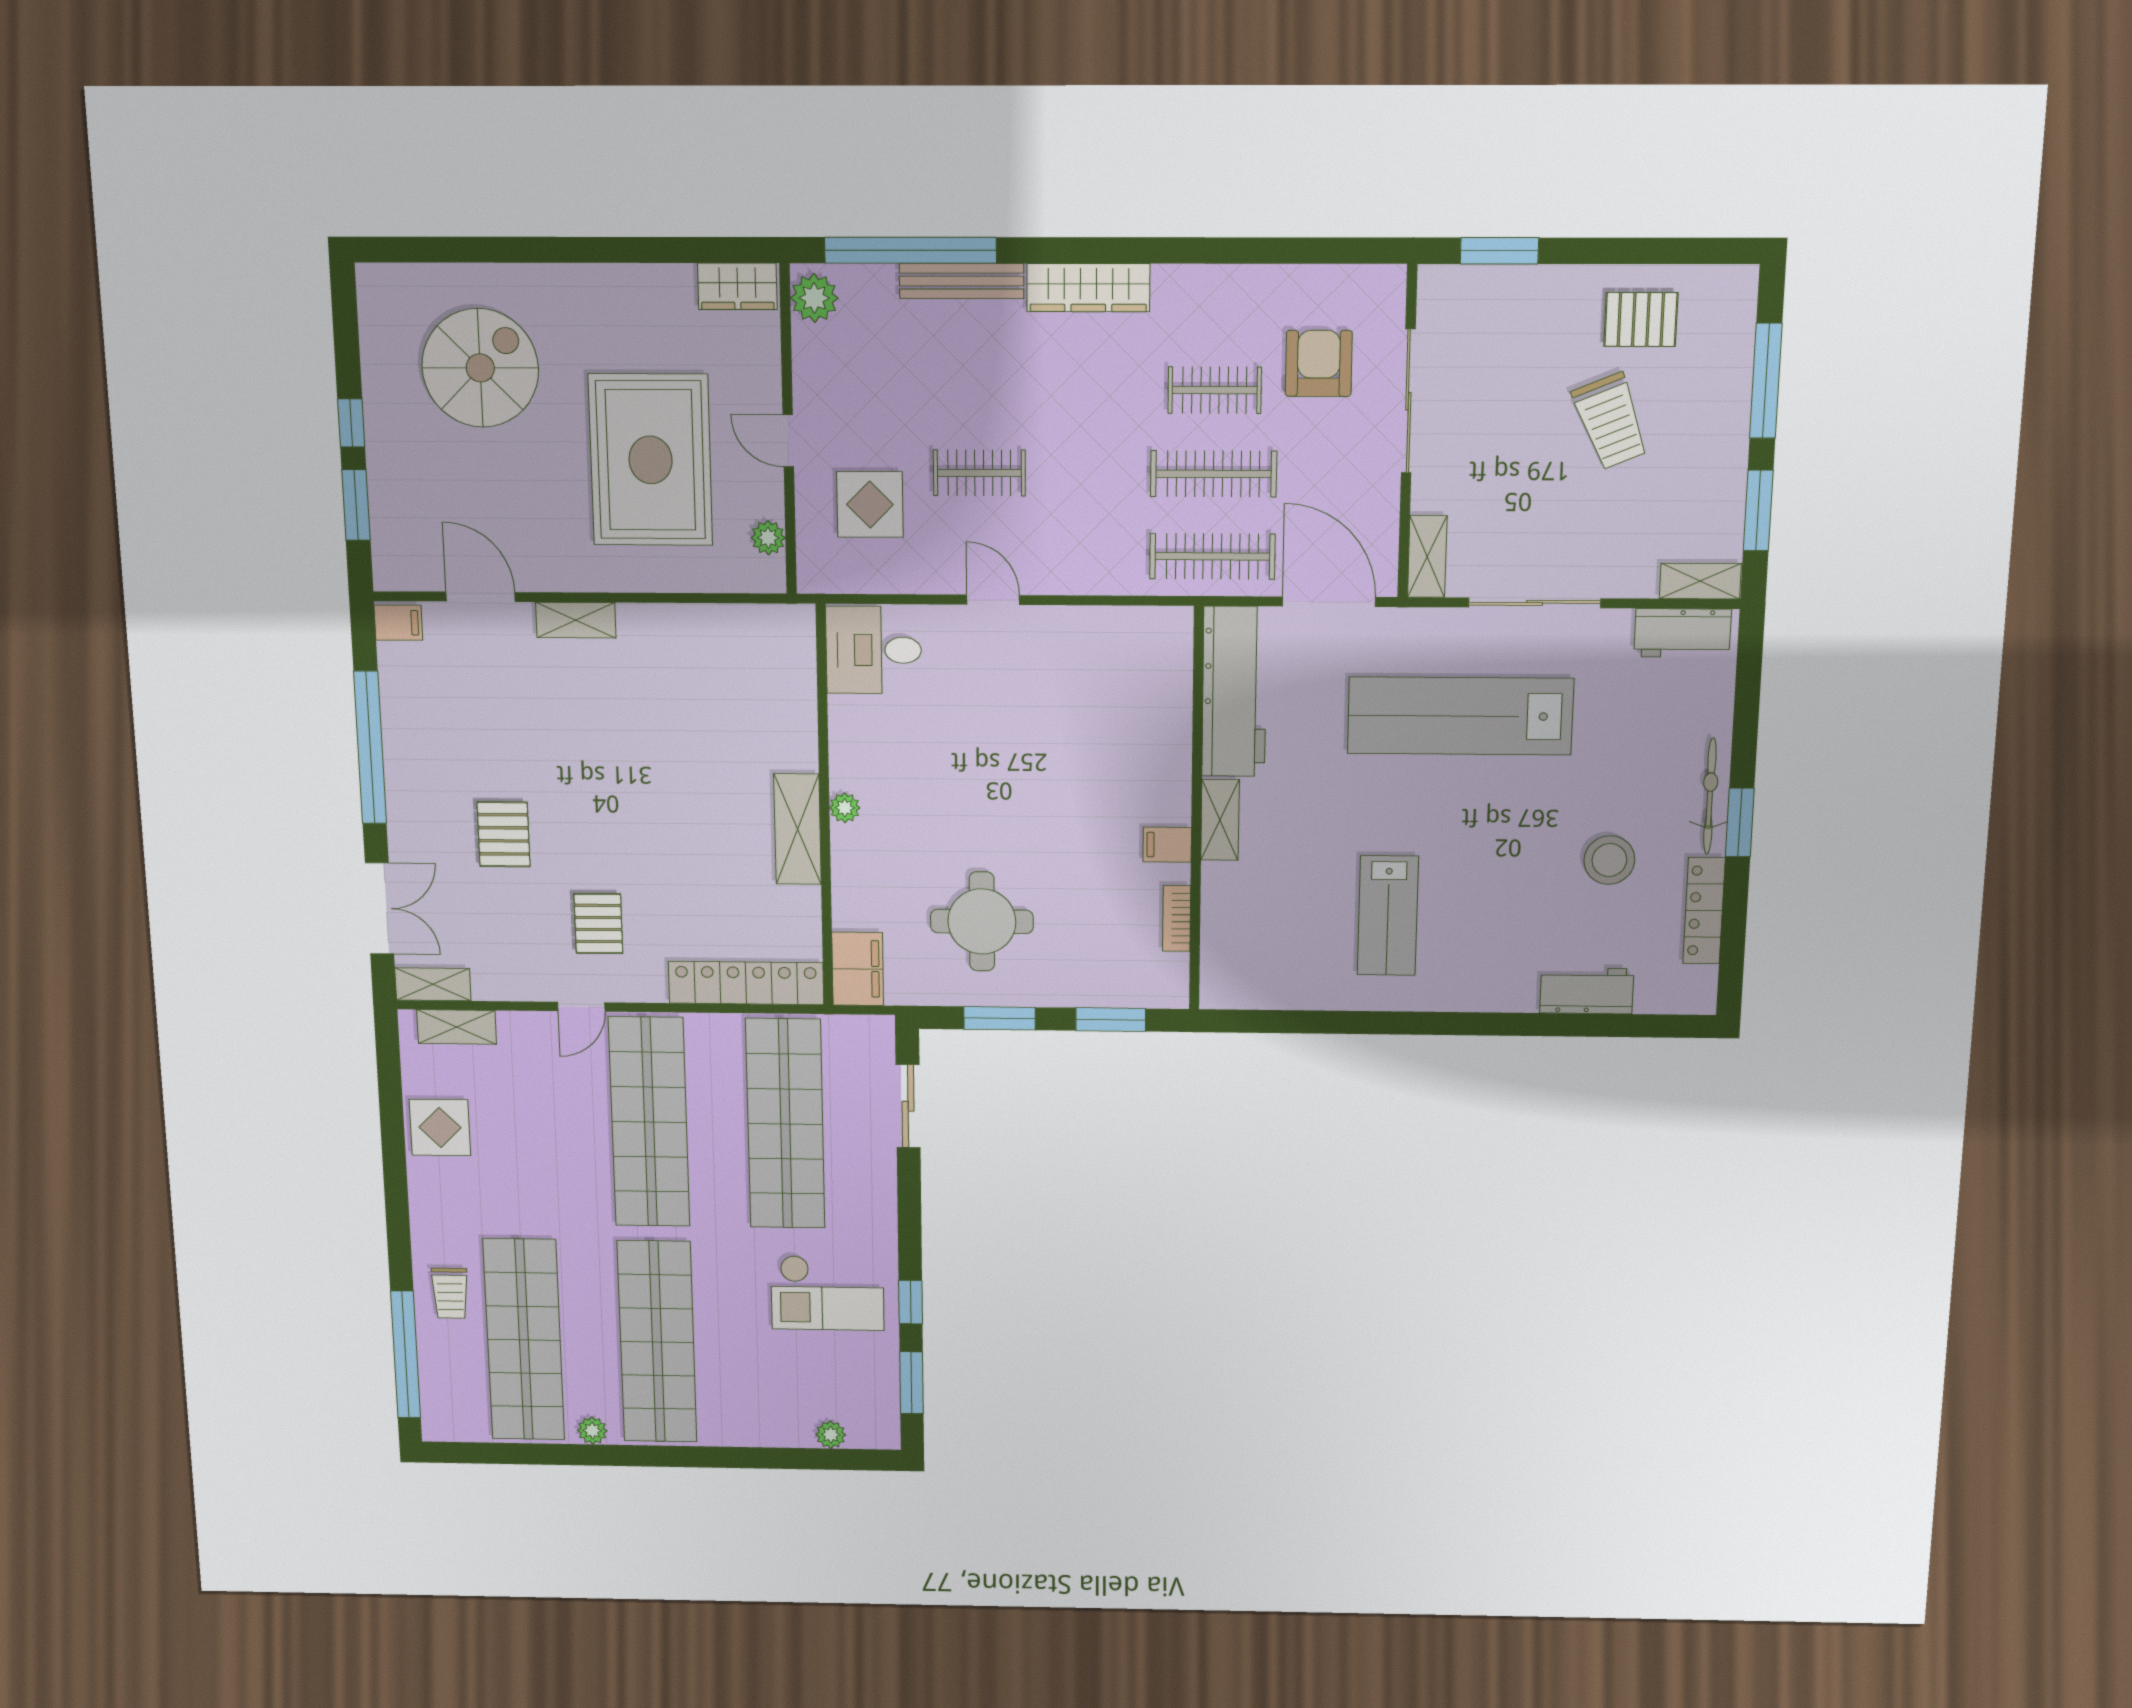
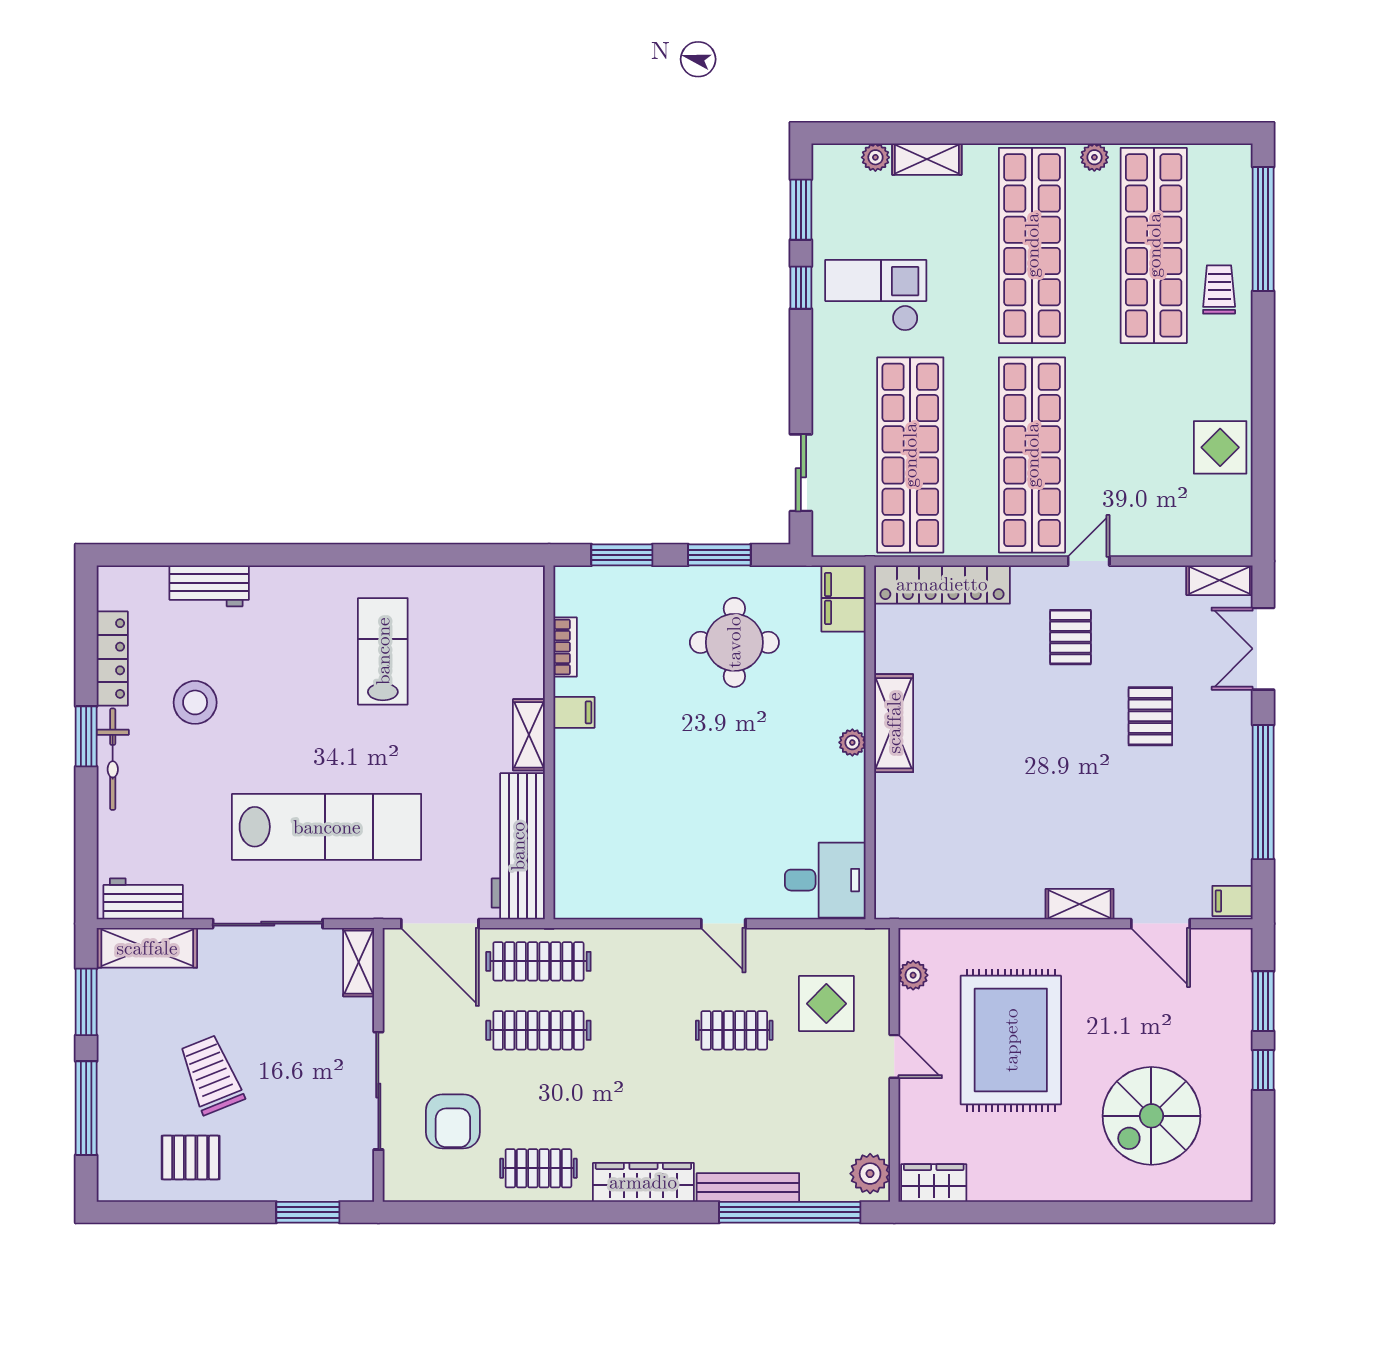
clothes rail: (1215, 390) -> (538, 1168), moved
shelving: (1700, 581) -> (147, 948), width x1.50, depth x1.33
shelving: (457, 1027) -> (927, 159), moved

